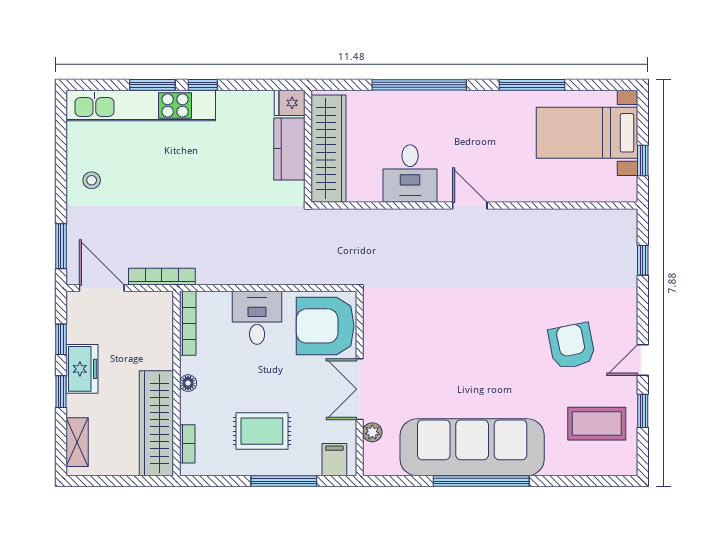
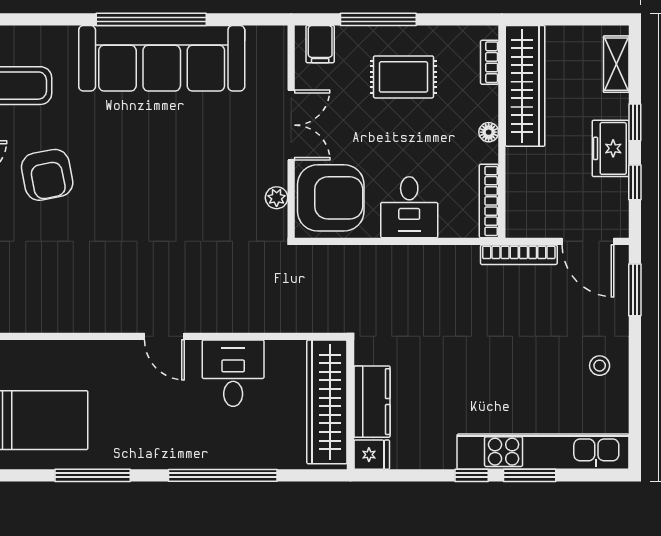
plant: (372, 432) -> (277, 198), moved

